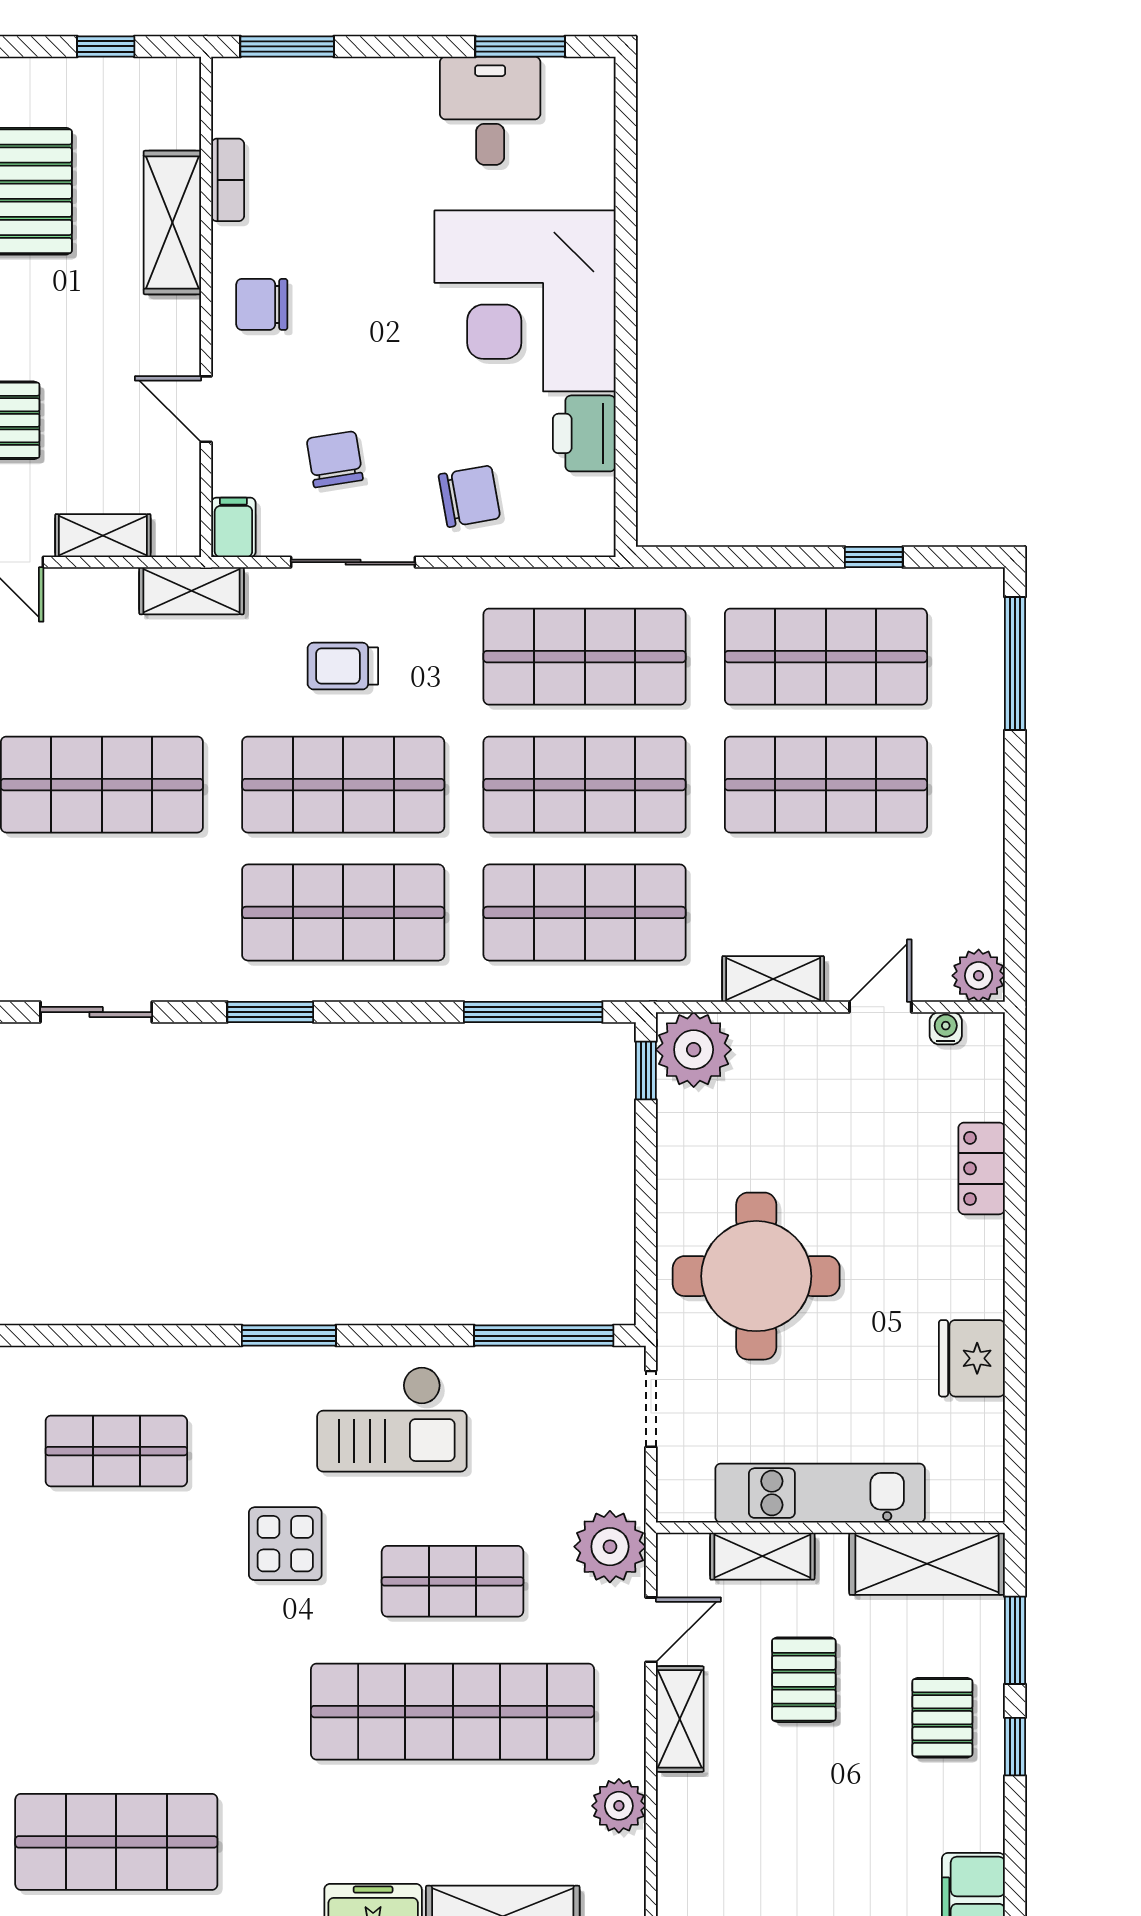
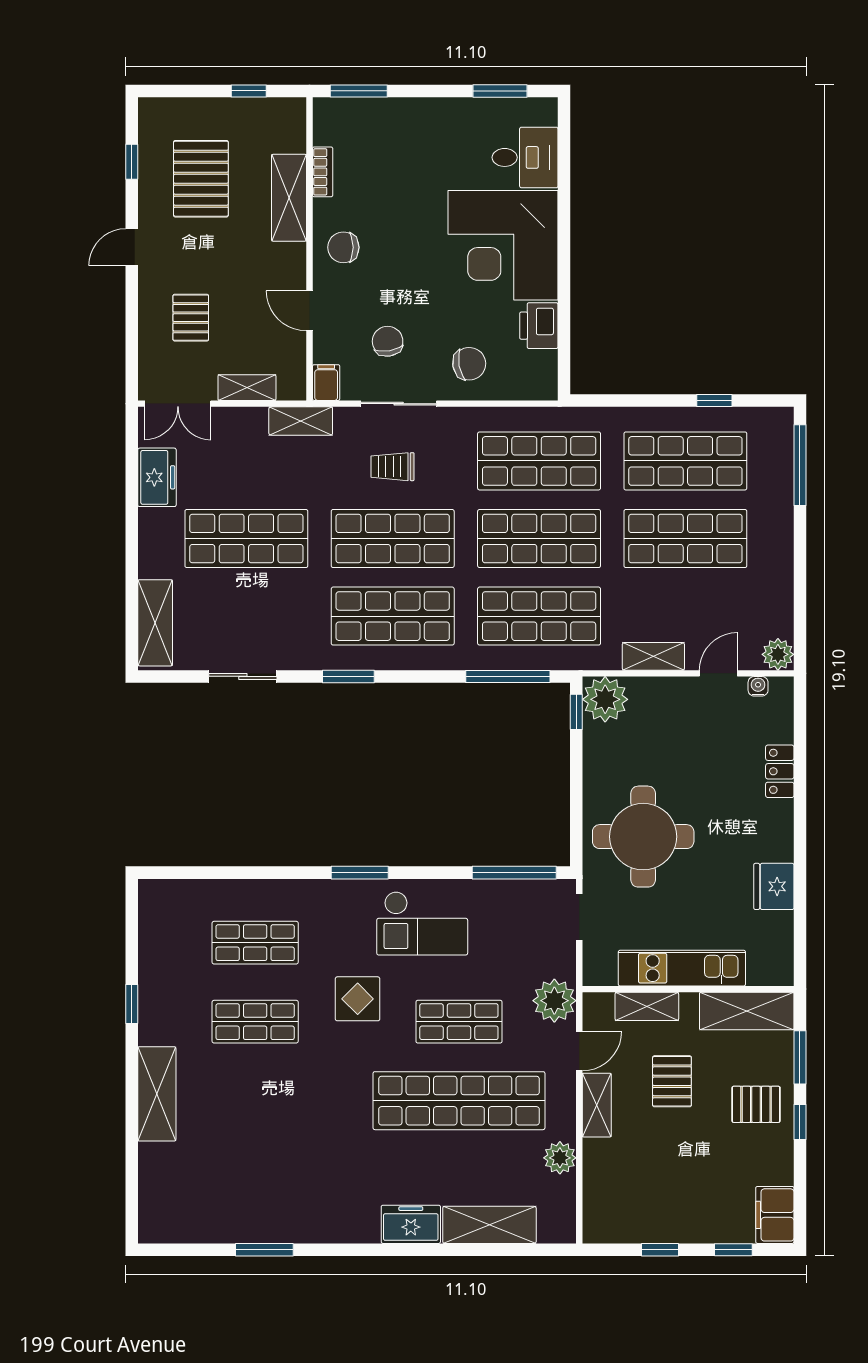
desk: (490, 111) -> (525, 157), moved, turned 90
pallet: (942, 1718) -> (756, 1104), turned 90
shop shelf: (116, 1842) -> (255, 1022), moved, width x0.70, depth x0.74

